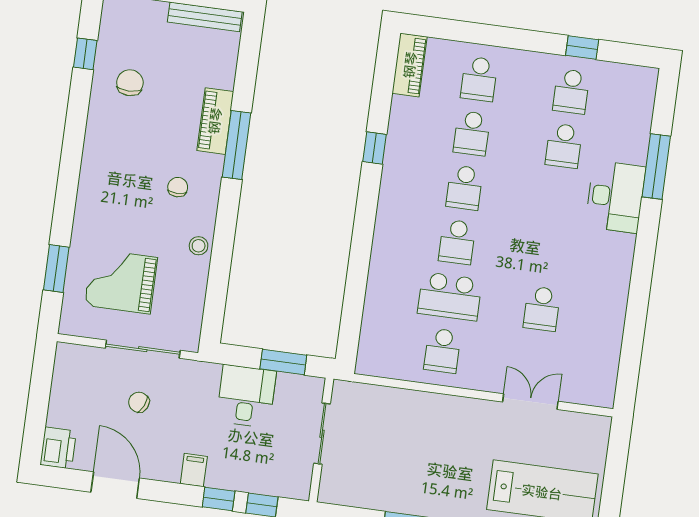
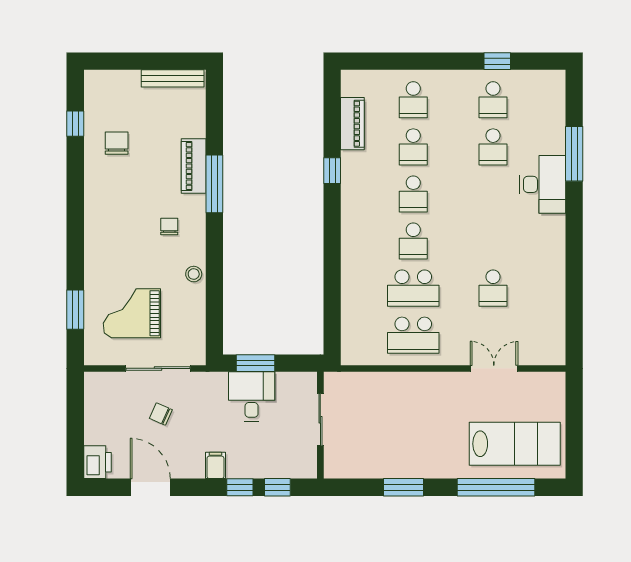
piano: (410, 65) -> (352, 124), moved
school desk: (442, 351) -> (413, 335), width x1.85
window: (283, 362) -> (256, 363), moved

